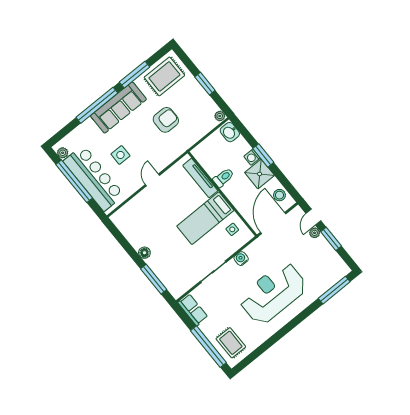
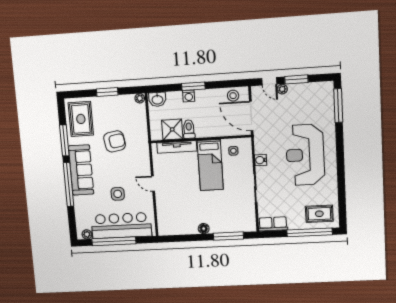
armchair: (166, 120) -> (115, 141), turned 80
shower: (260, 174) -> (172, 129), moved

